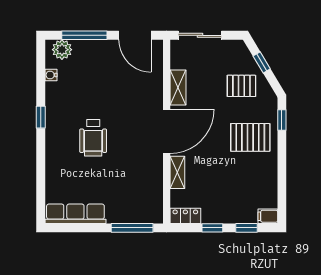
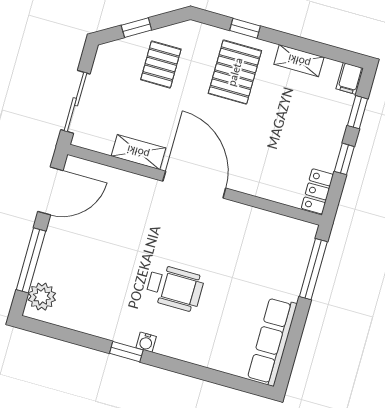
water cooler: (51, 75) -> (146, 342), moved
window: (282, 120) -> (245, 28), moved
shelving: (177, 172) -> (299, 61), moved

